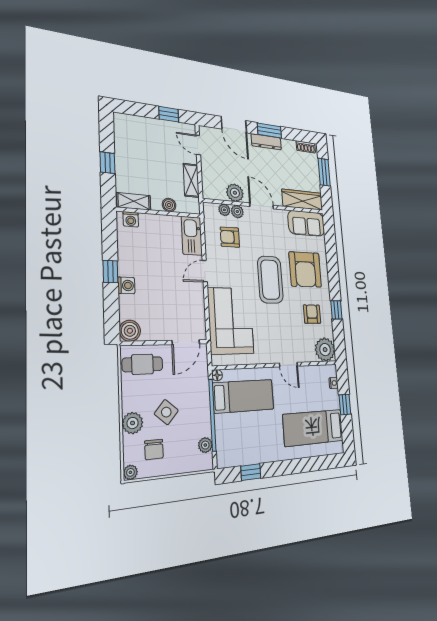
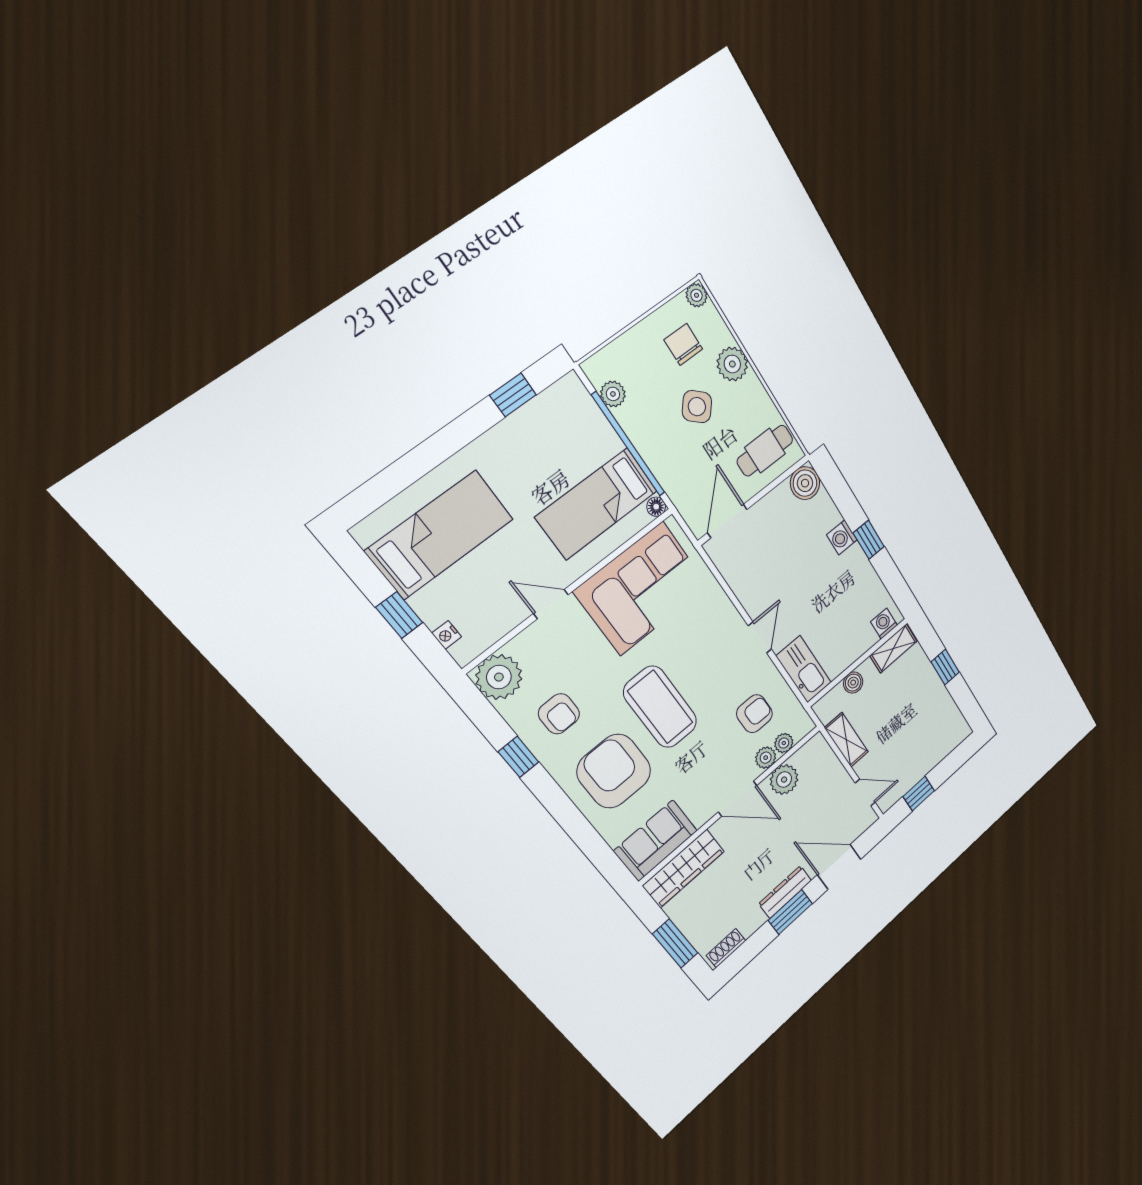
corner sofa: (231, 321) -> (642, 589), moved, turned -90

